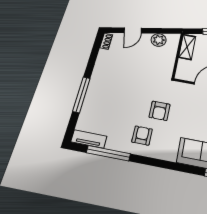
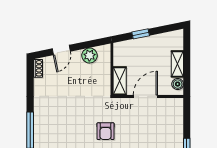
shelving: (187, 47) -> (120, 81), moved

